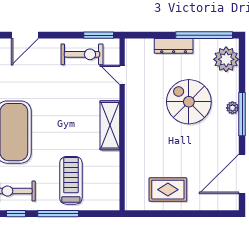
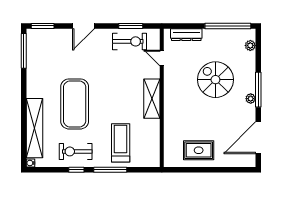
window: (99, 35) -> (131, 26), moved
dresser: (174, 46) -> (186, 35), moved
plant: (226, 59) -> (250, 45), width x0.53, depth x0.53
plant: (232, 108) -> (251, 99), moved

